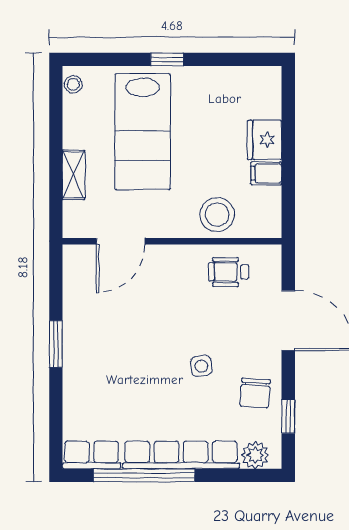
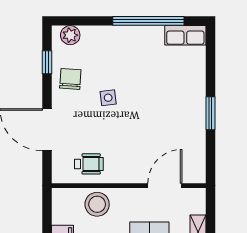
row of seats: (181, 455) -> (122, 35), removed

